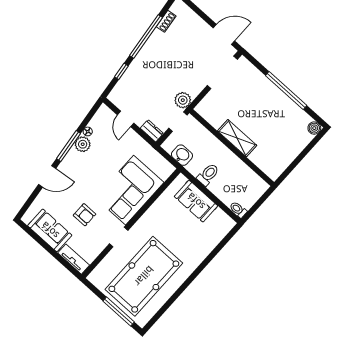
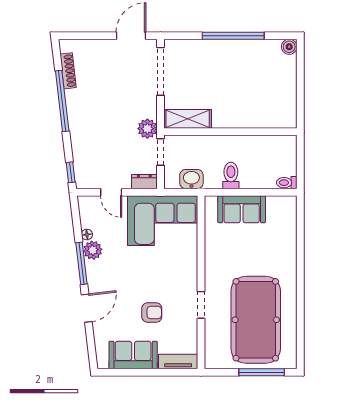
shoe rack: (166, 21) -> (68, 71), width x1.43
window: (121, 71) -> (71, 172), moved
shelving: (237, 138) -> (188, 119), moved
corner sofa: (130, 190) -> (163, 221), moved, turned -90

